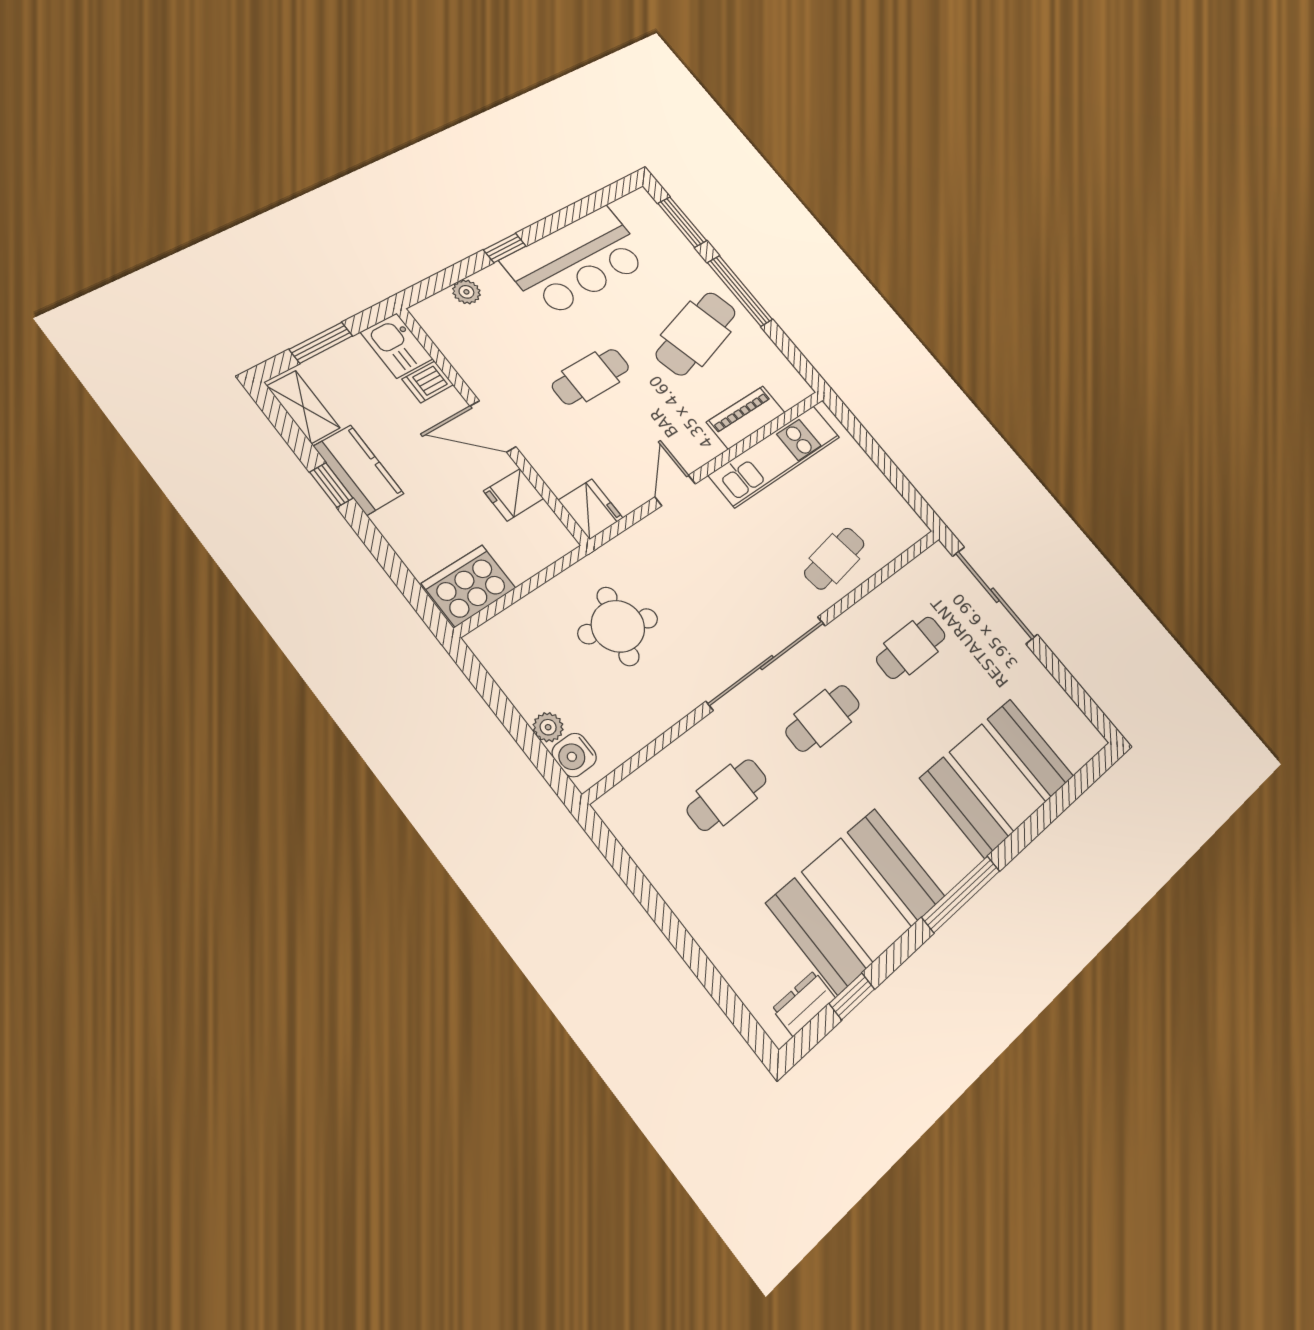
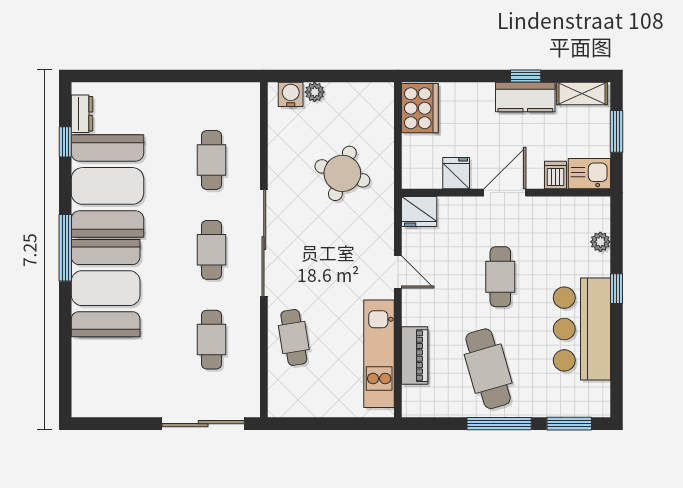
booth: (998, 777) -> (106, 288), moved

